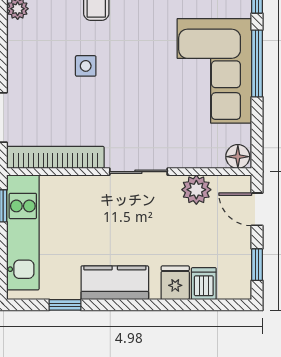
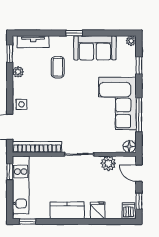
window: (257, 63) -> (139, 115), moved
side table: (86, 66) -> (21, 104), moved
dishwasher: (204, 284) -> (129, 211), moved
window: (65, 305) -> (28, 222), moved

